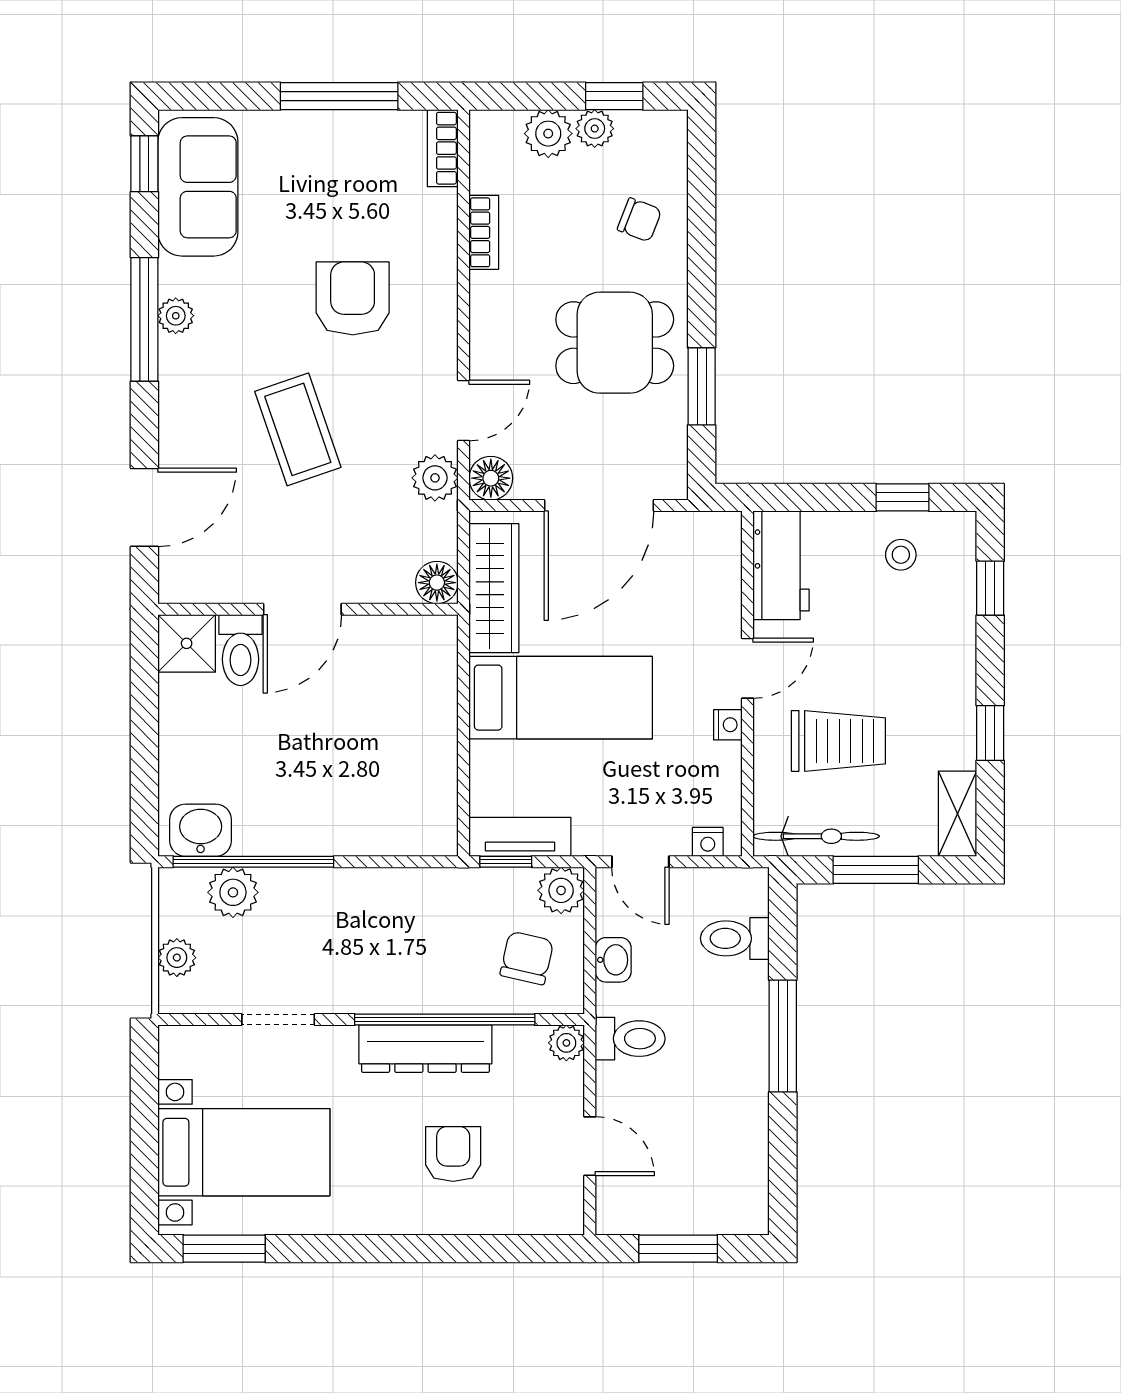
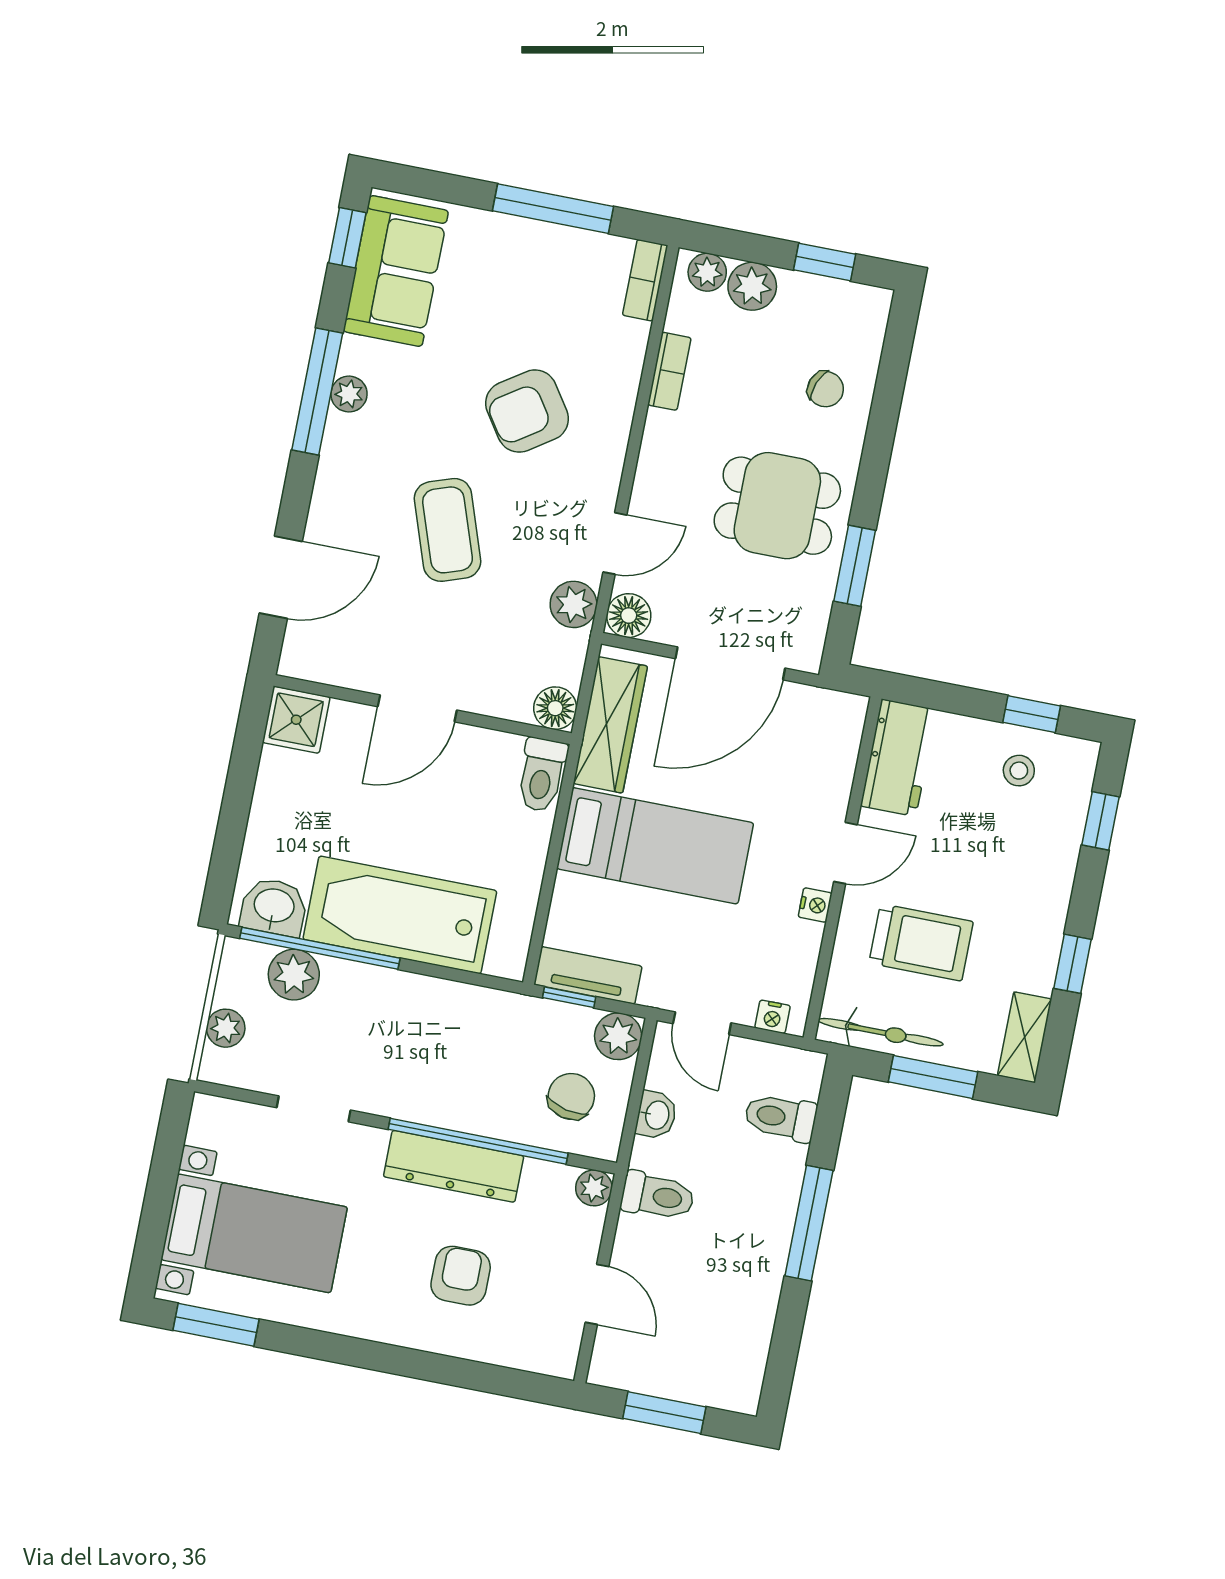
plant: (595, 129) -> (707, 272), moved
armchair: (353, 298) -> (527, 411), turned -124
toilet: (241, 650) -> (542, 775), moved
bathtub: (325, 814) -> (400, 915), added

